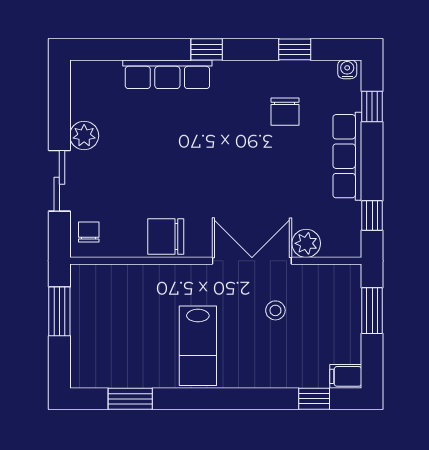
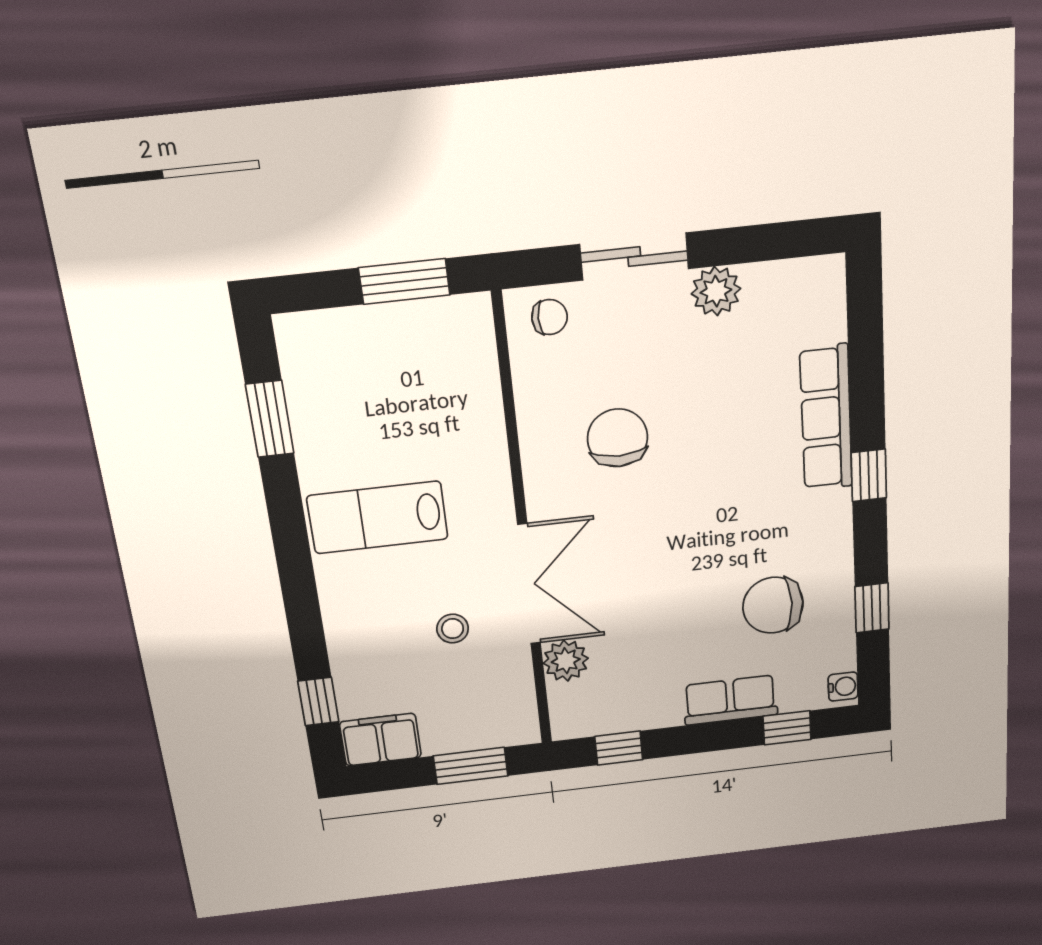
chair: (285, 112) -> (773, 605), width x1.37, depth x1.37
row of seats: (347, 156) -> (730, 700), width x0.68
chair: (166, 236) -> (618, 438), moved
filing cabinet: (346, 376) -> (380, 740), width x2.00

